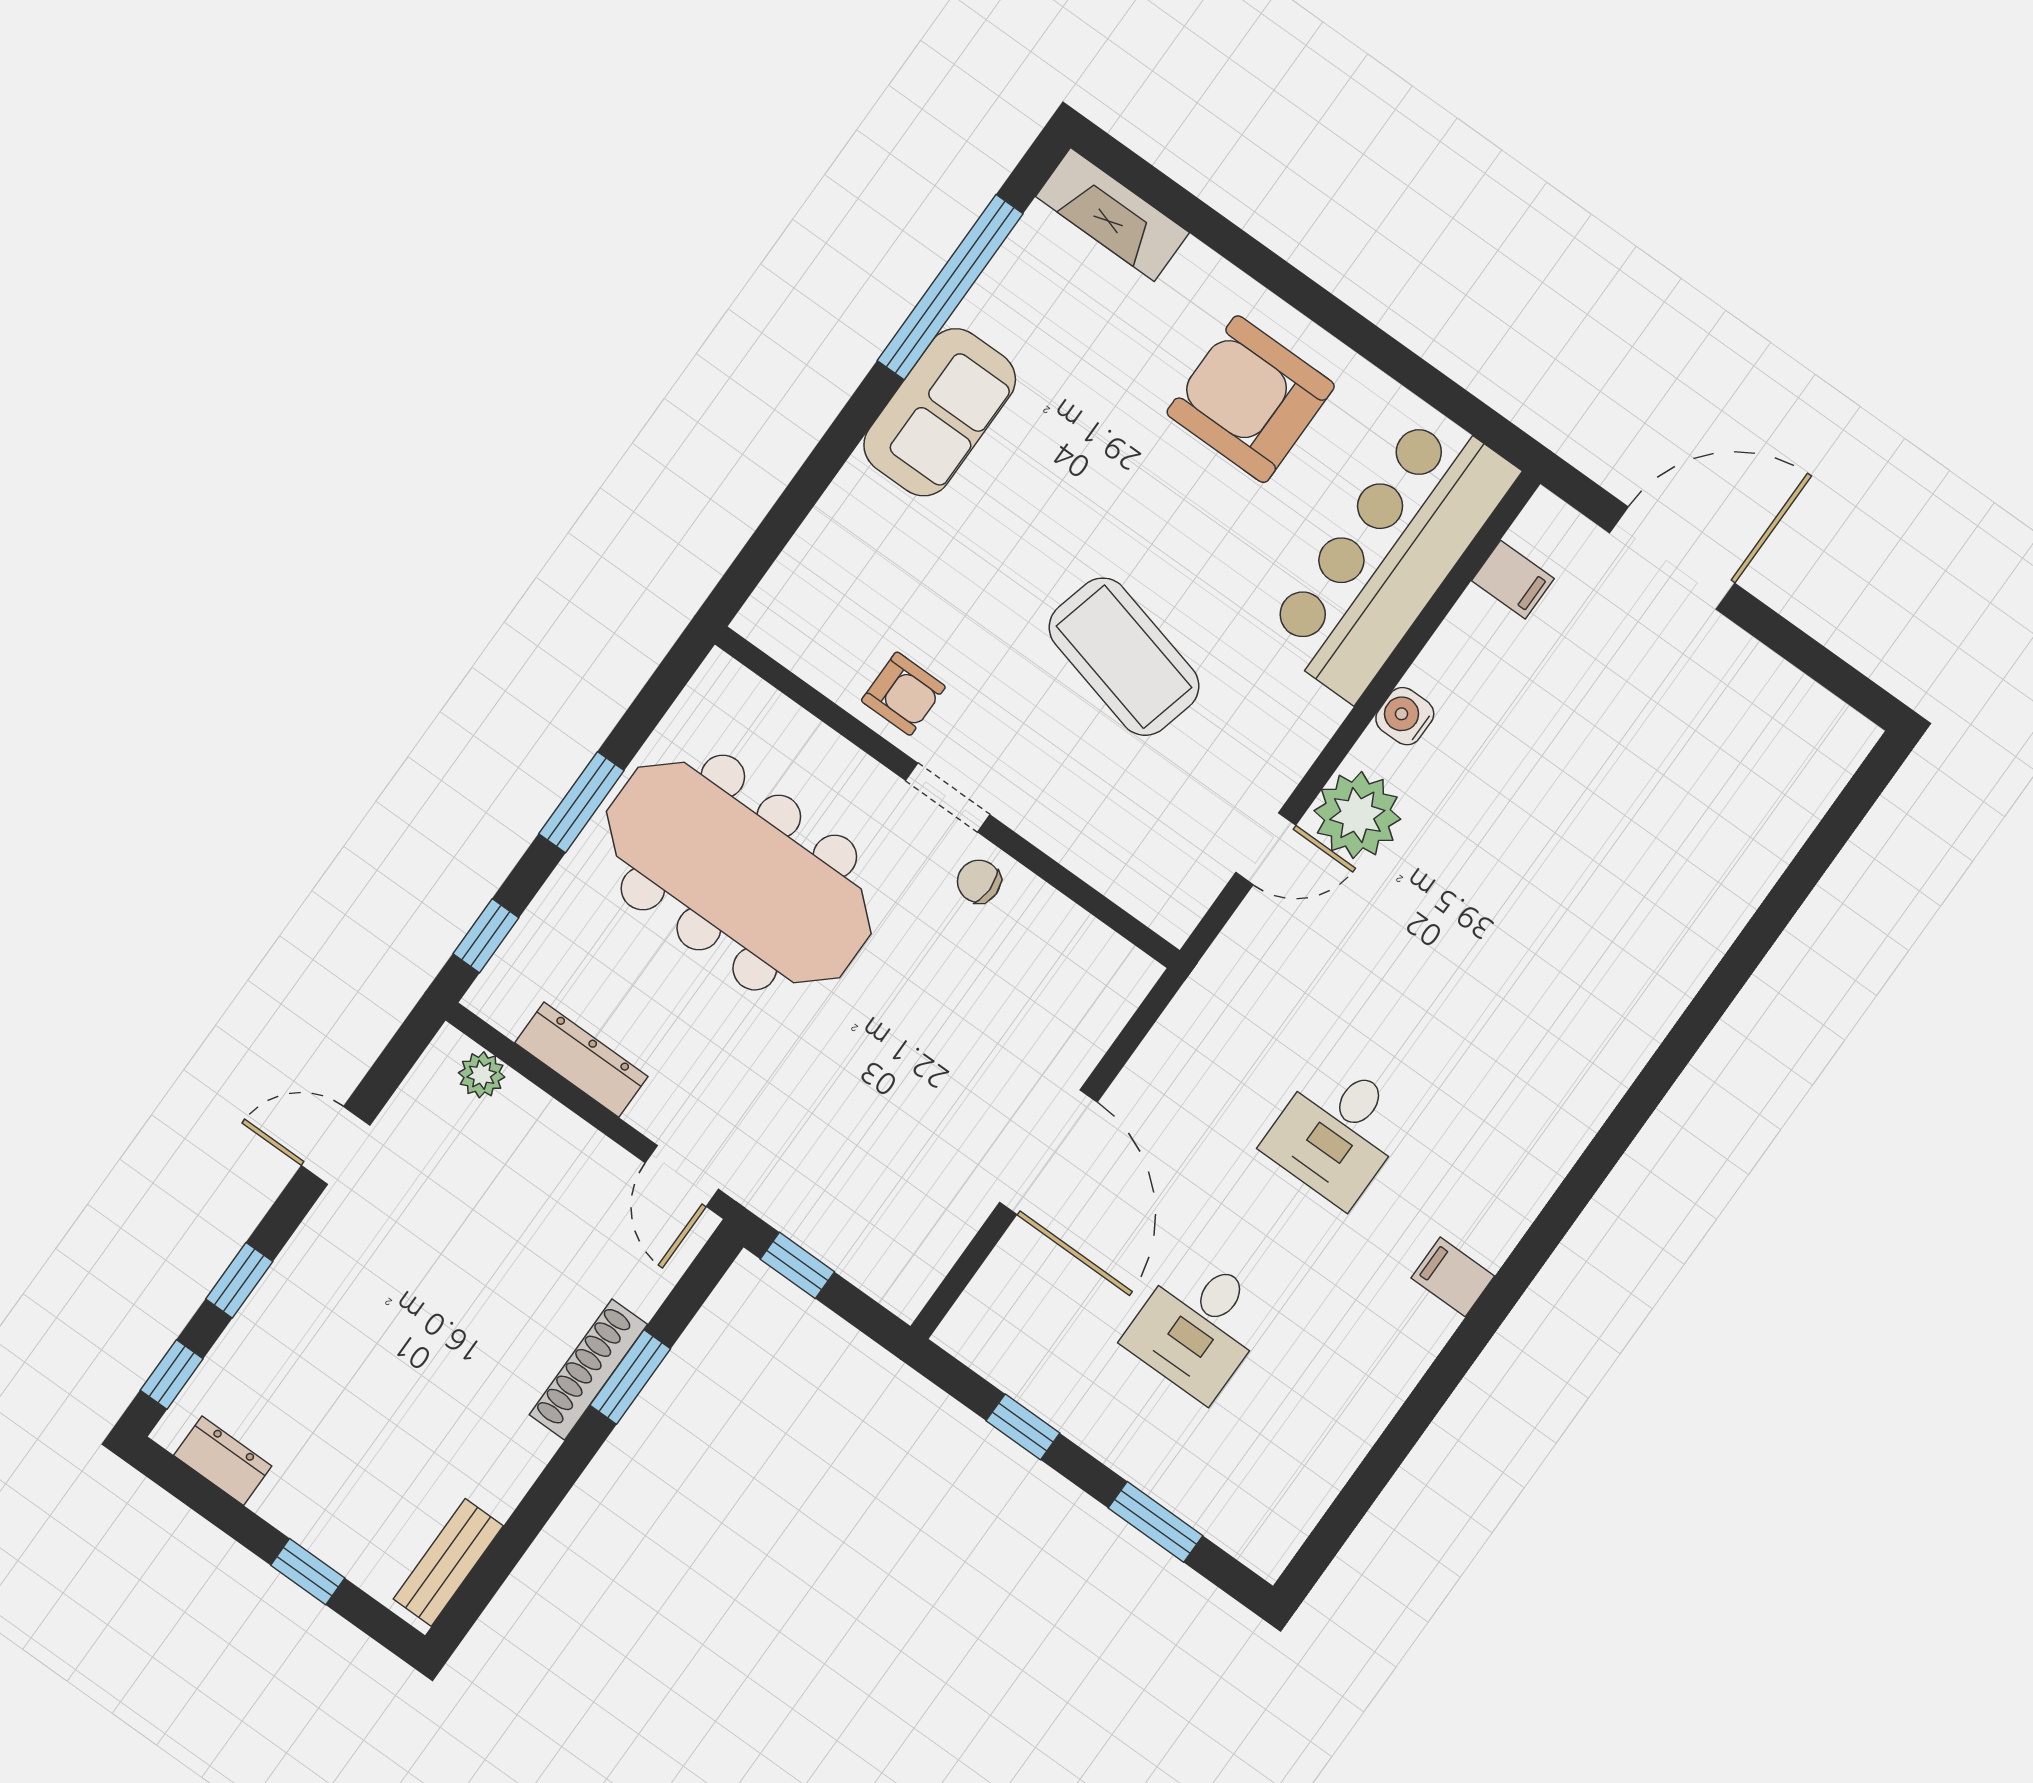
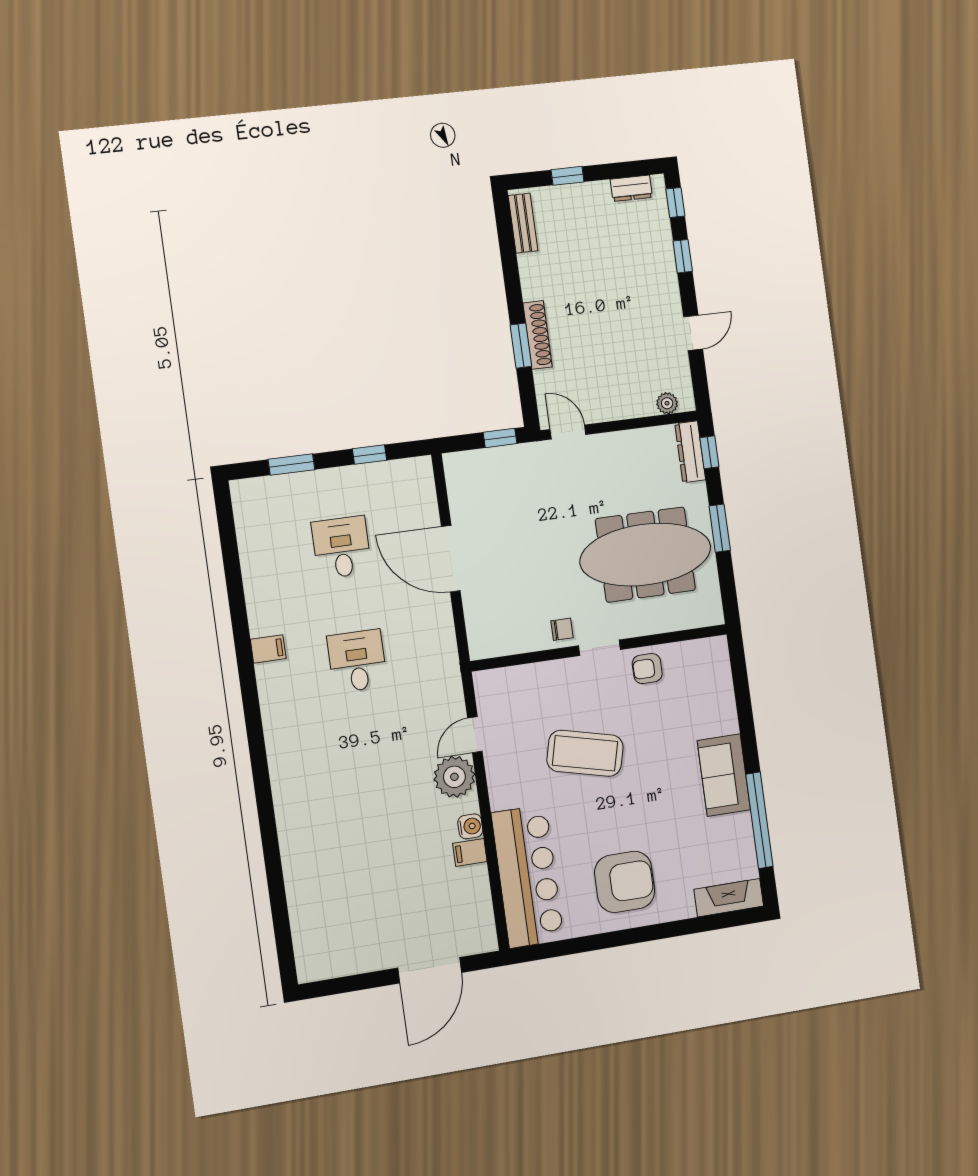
filing cabinet: (1513, 580) -> (470, 852), moved
dresser: (581, 1060) -> (690, 452), moved, turned 90

